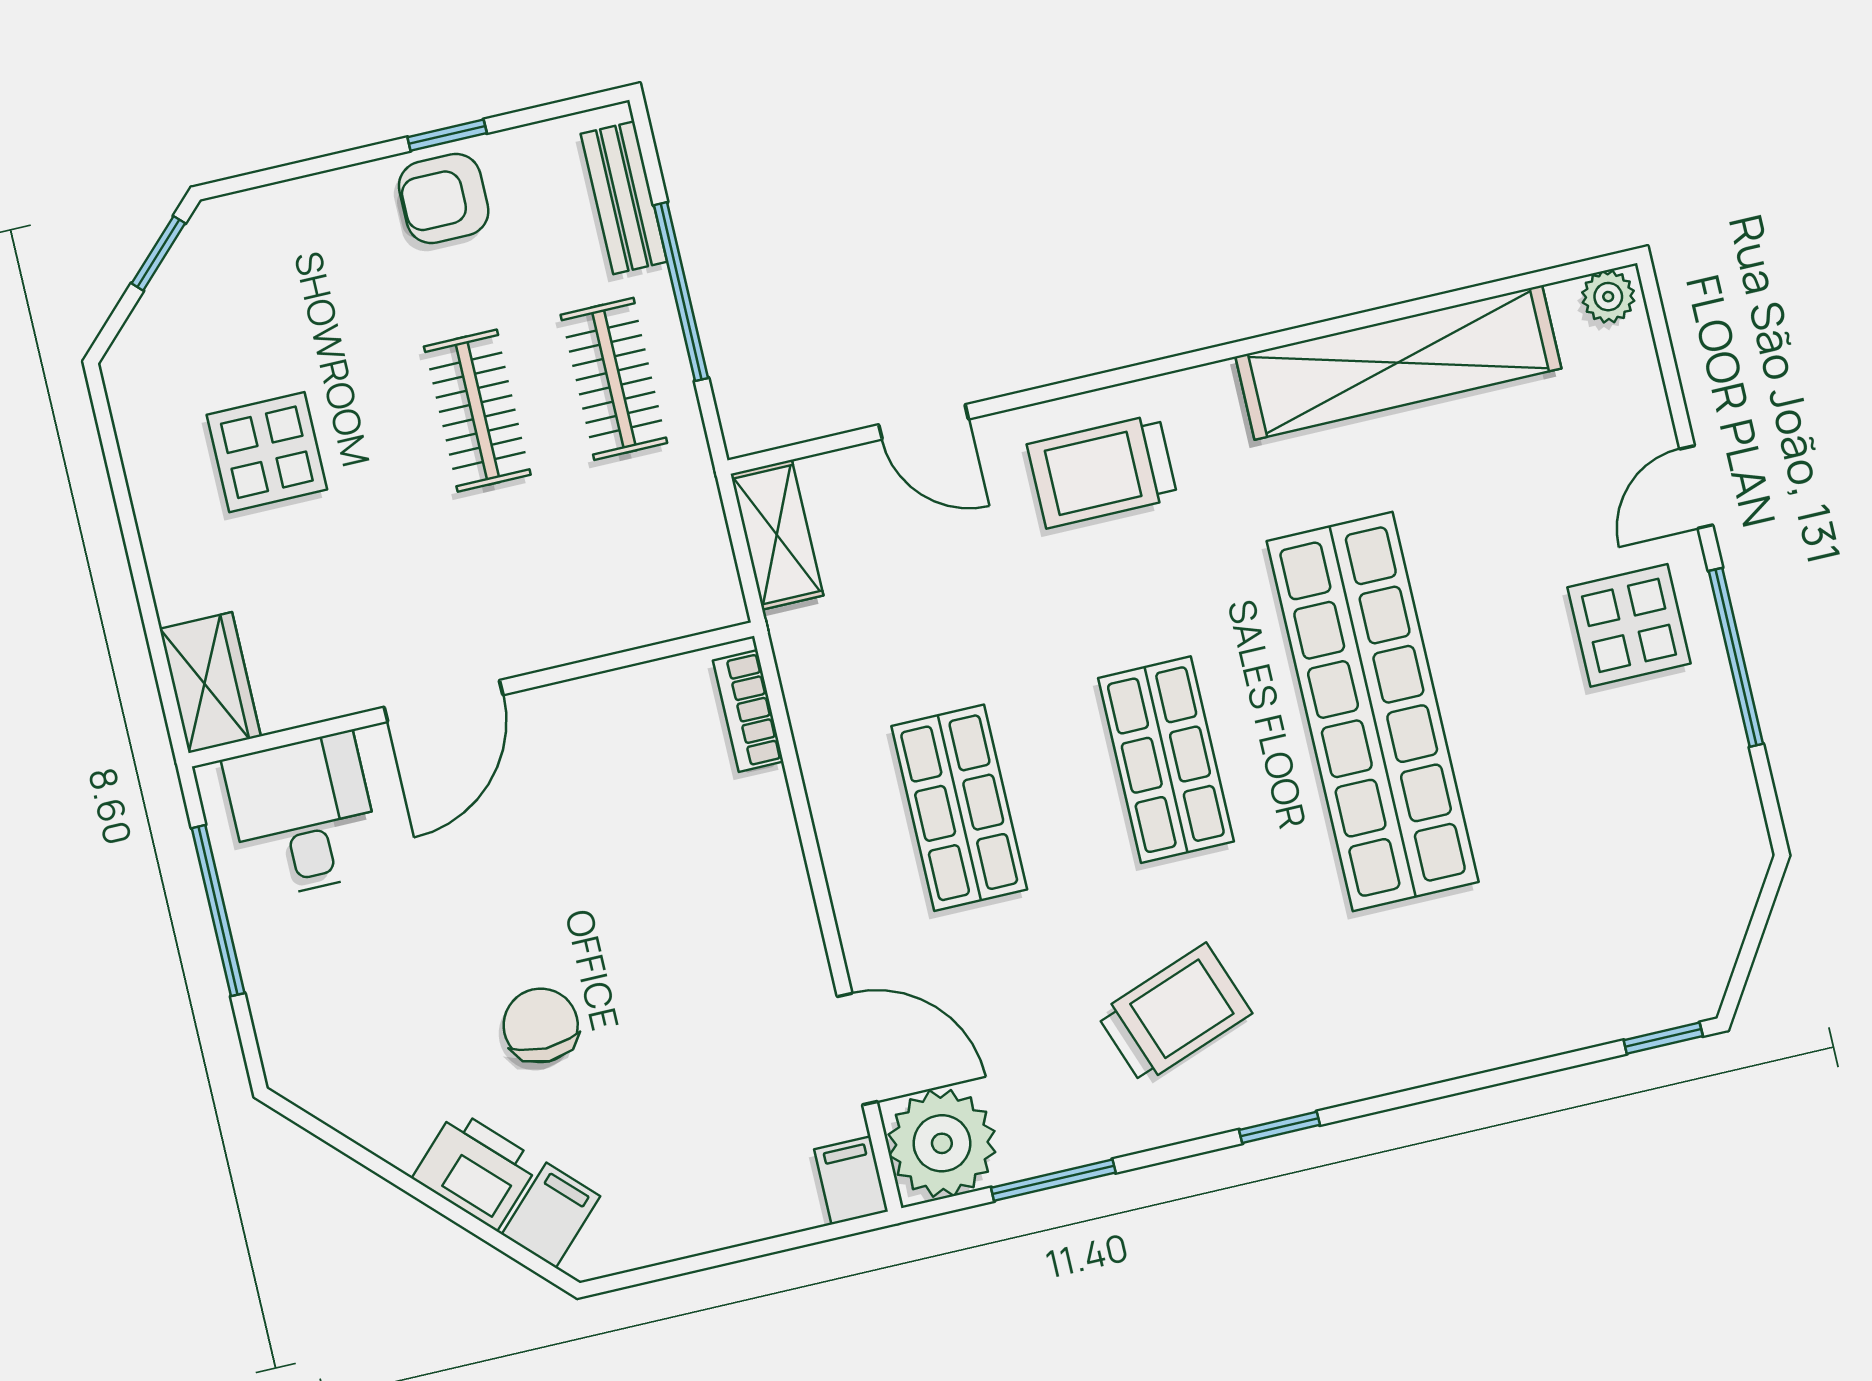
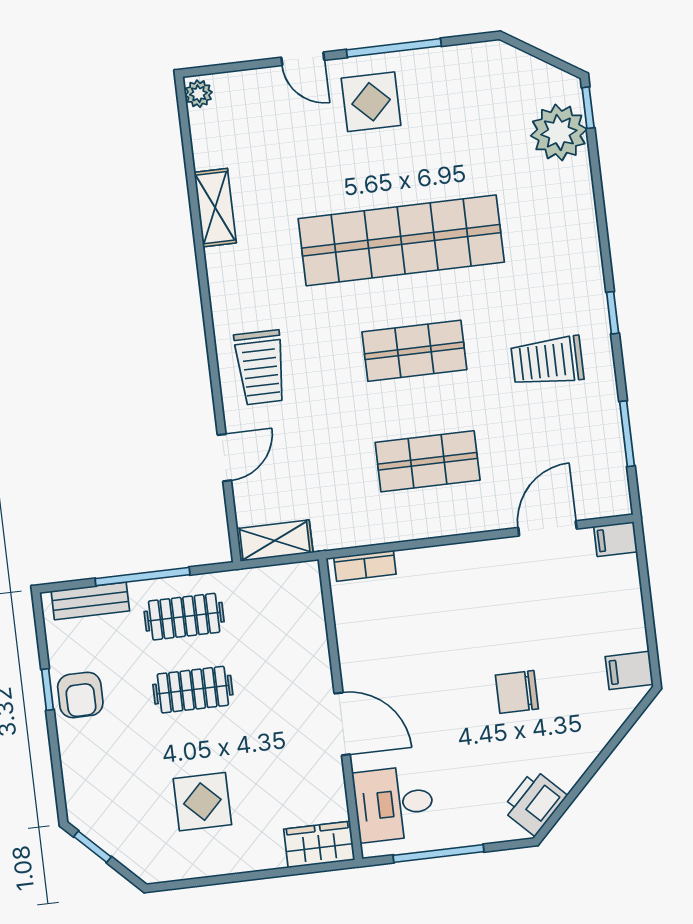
shelving: (1398, 362) -> (215, 208), width x0.45, depth x0.75
trolley: (1174, 1014) -> (547, 361), turned -70
plant: (942, 1143) -> (559, 132), moved
printer: (476, 1170) -> (534, 803), moved
filing cabinet: (551, 1215) -> (629, 670), moved, turned -45

